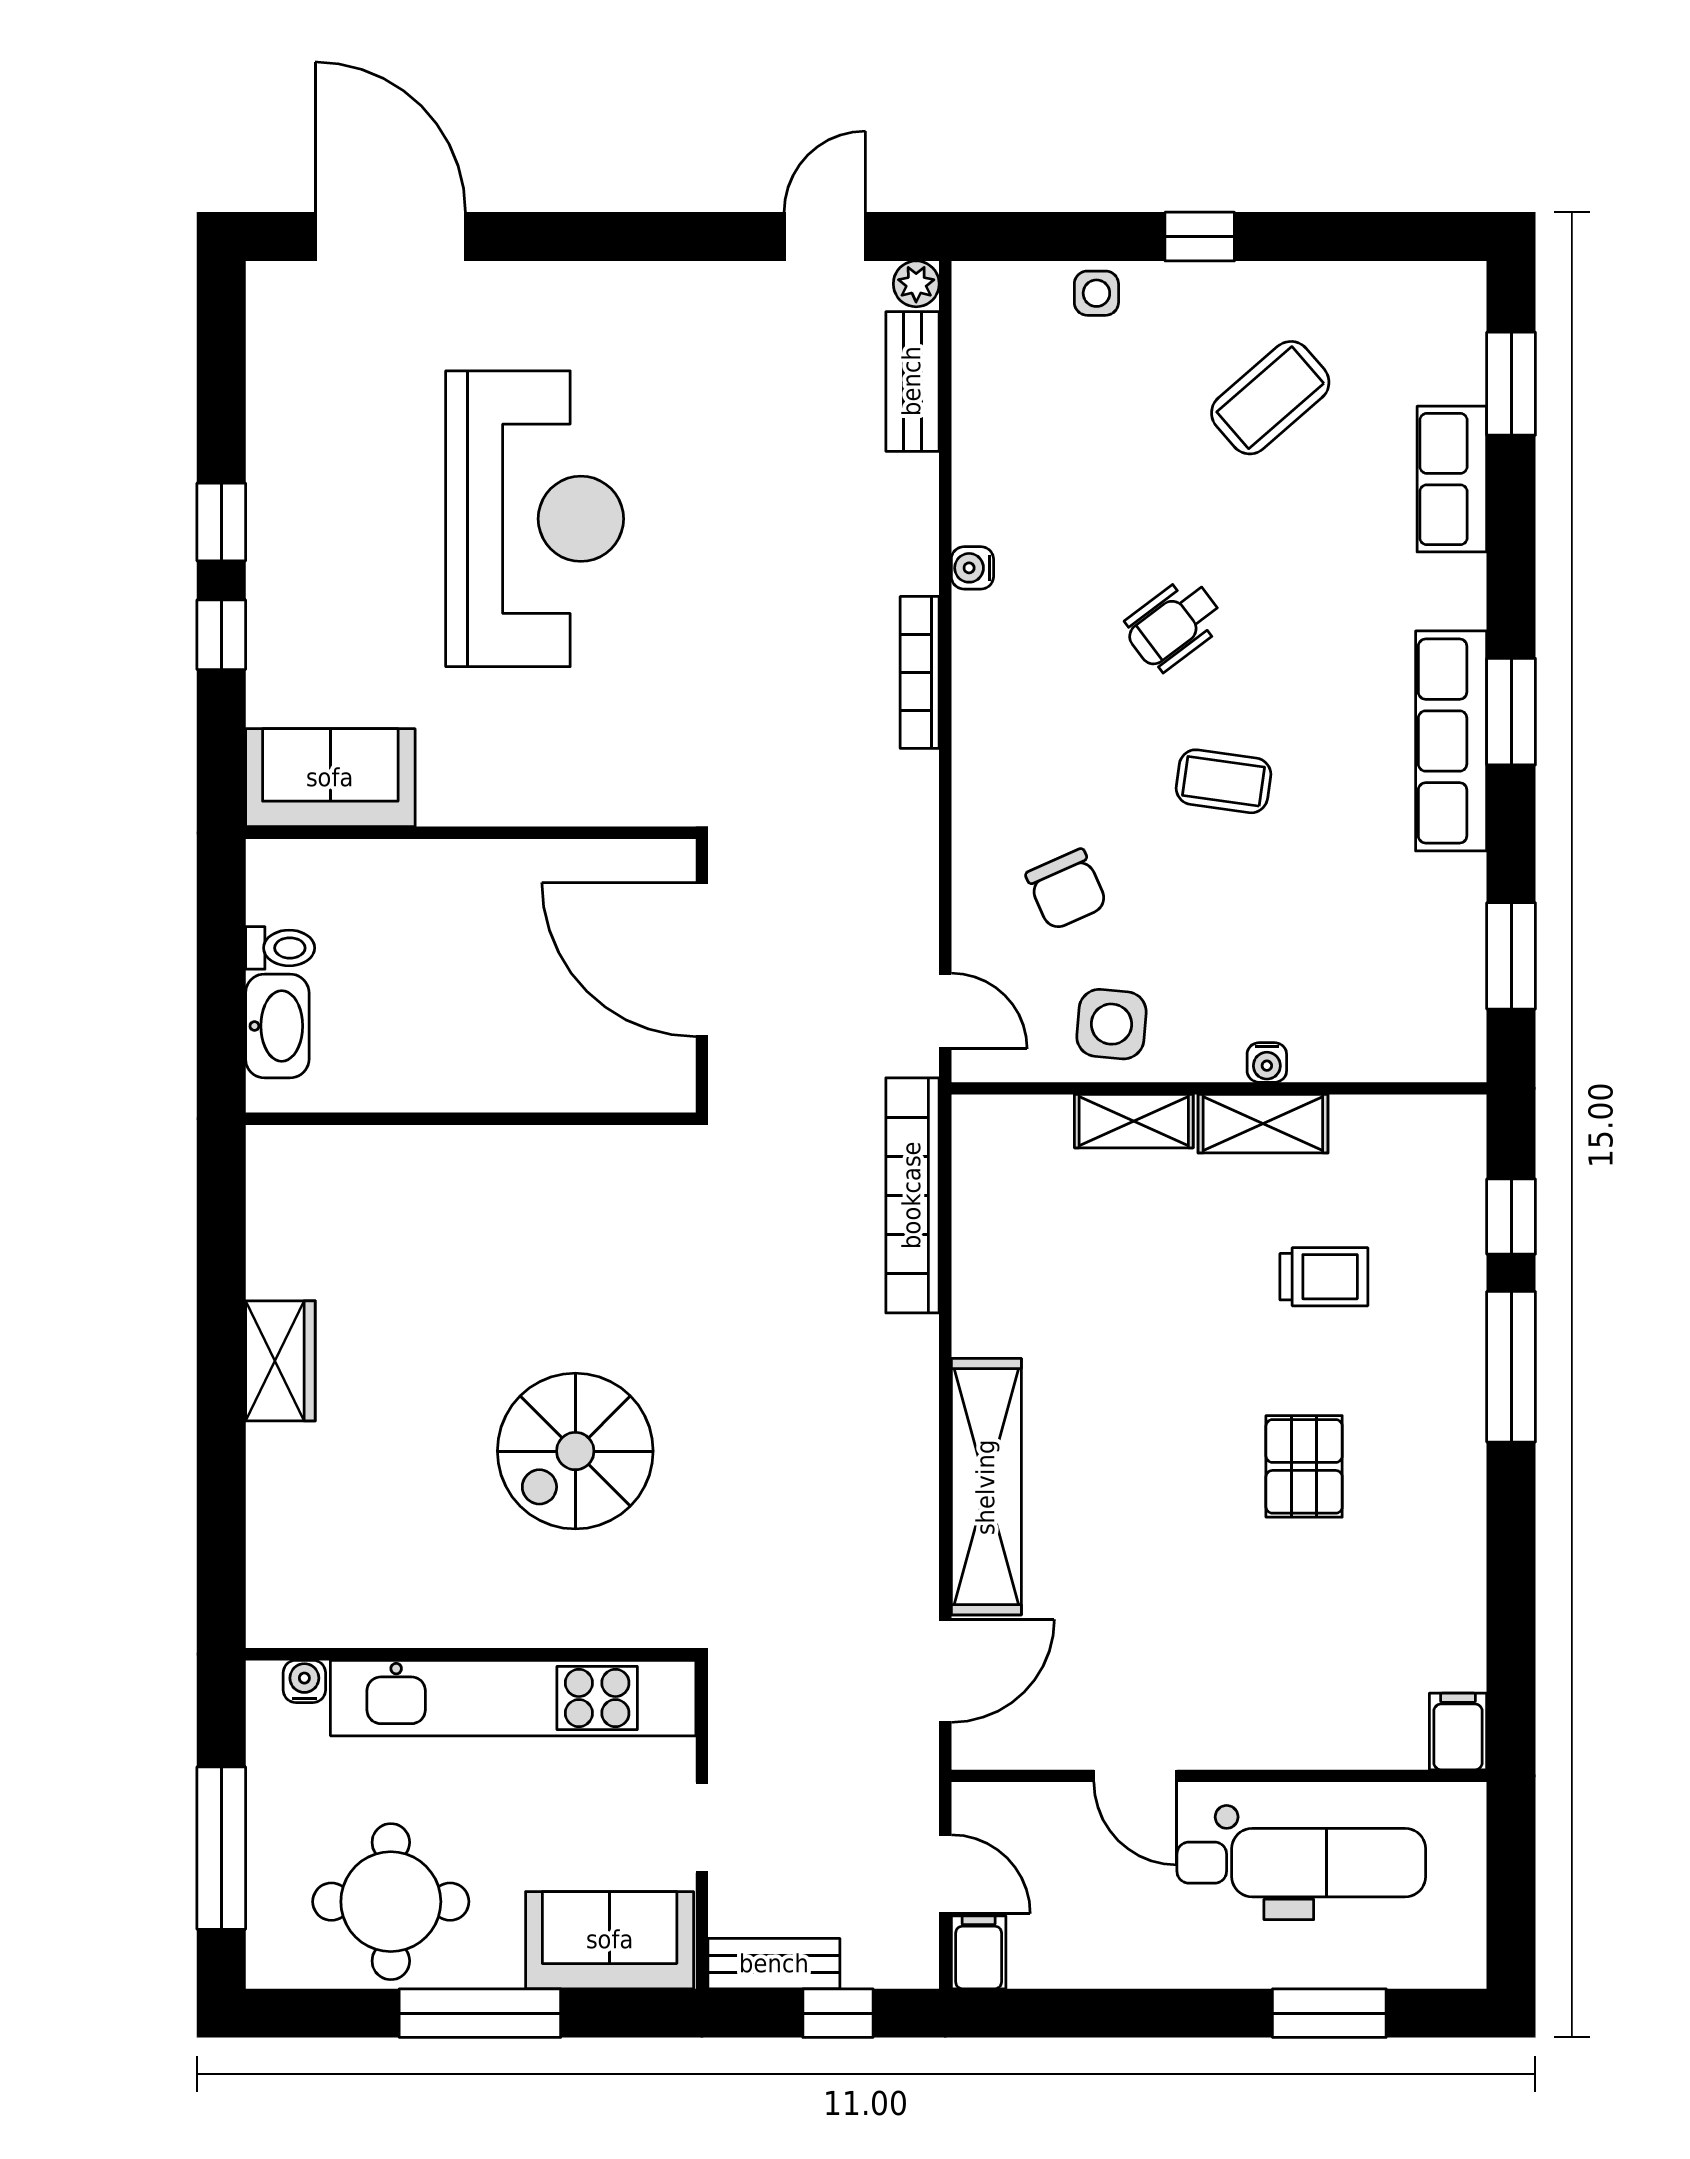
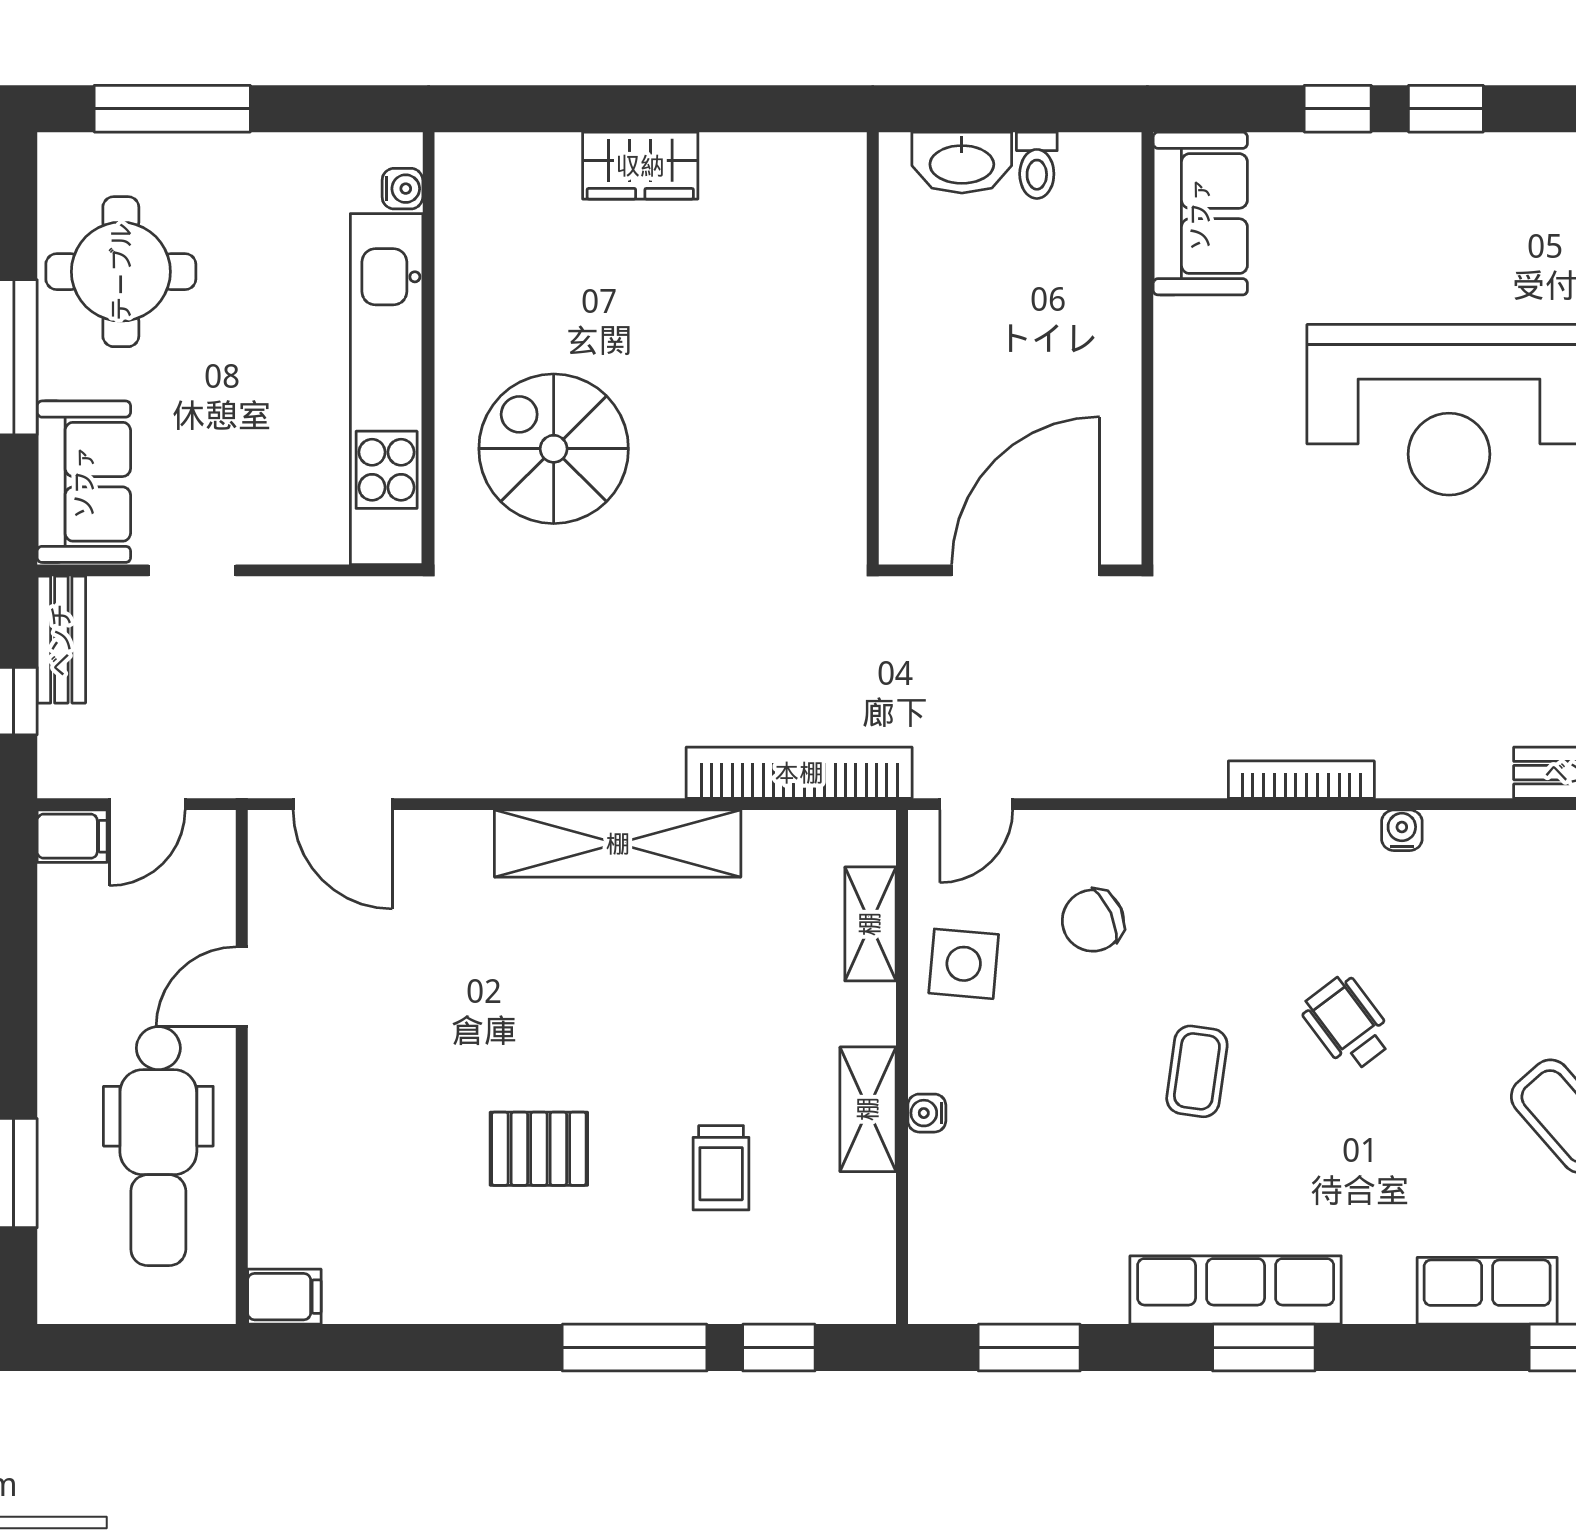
shelving: (1134, 1121) -> (870, 924), moved
shelving: (986, 1487) -> (618, 844), moved
wall: (471, 1654) -> (429, 348), moved
water cooler: (304, 1681) -> (402, 189), moved
kitchen unit: (513, 1698) -> (387, 389), moved

